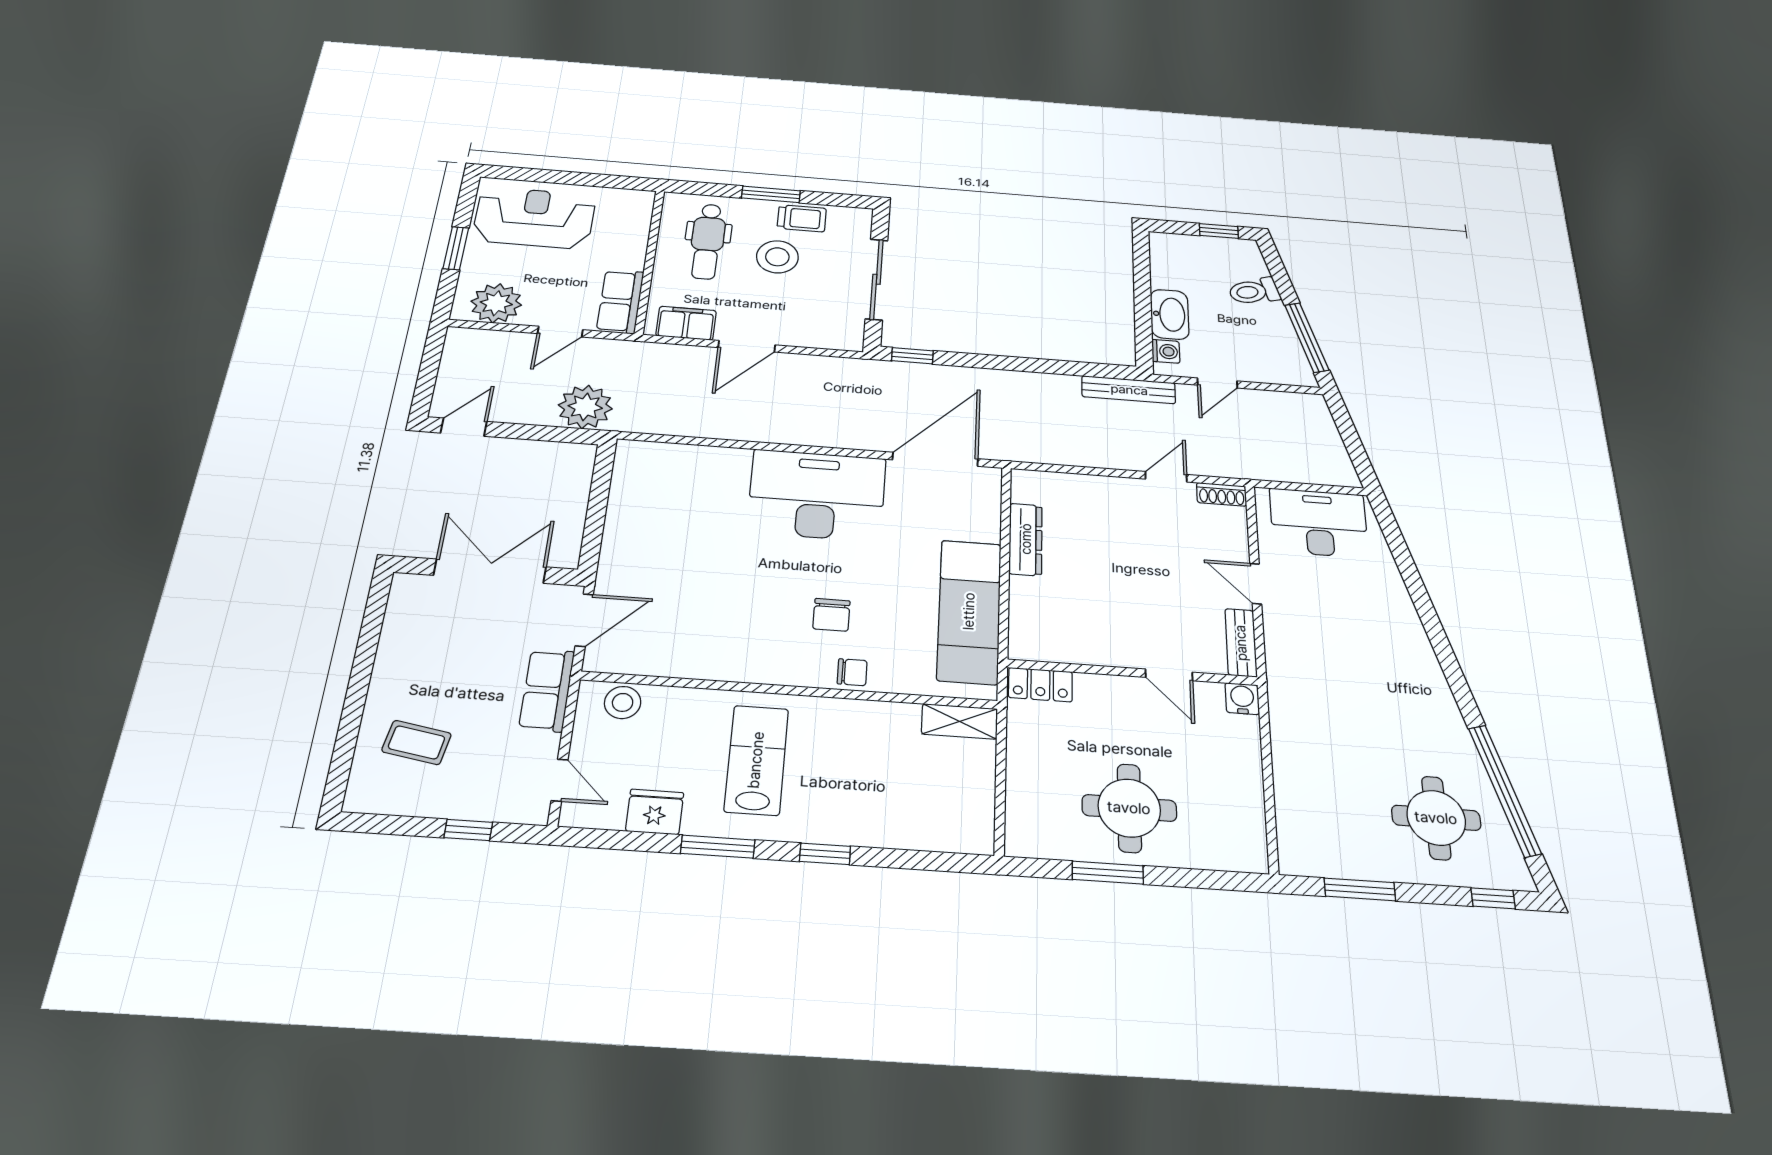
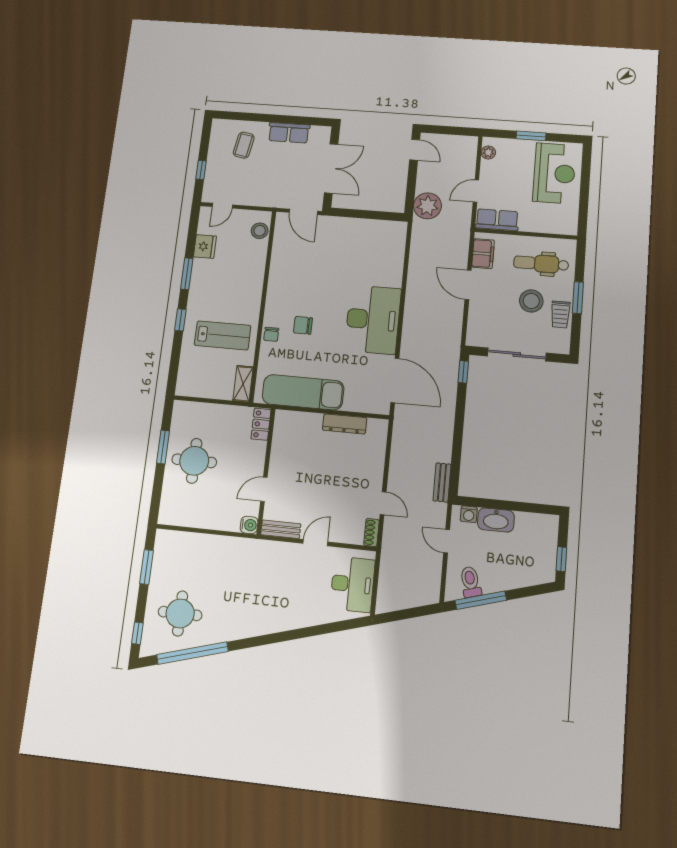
toilet: (1254, 291) -> (470, 582), moved
plant: (496, 303) -> (488, 152), width x0.53, depth x0.53
door: (560, 332) -> (476, 191), hinge flipped
bench: (1129, 390) -> (442, 482), width x0.73
row of seats: (547, 690) -> (289, 133), moved, turned 180
lab bench: (756, 760) -> (223, 335), moved

